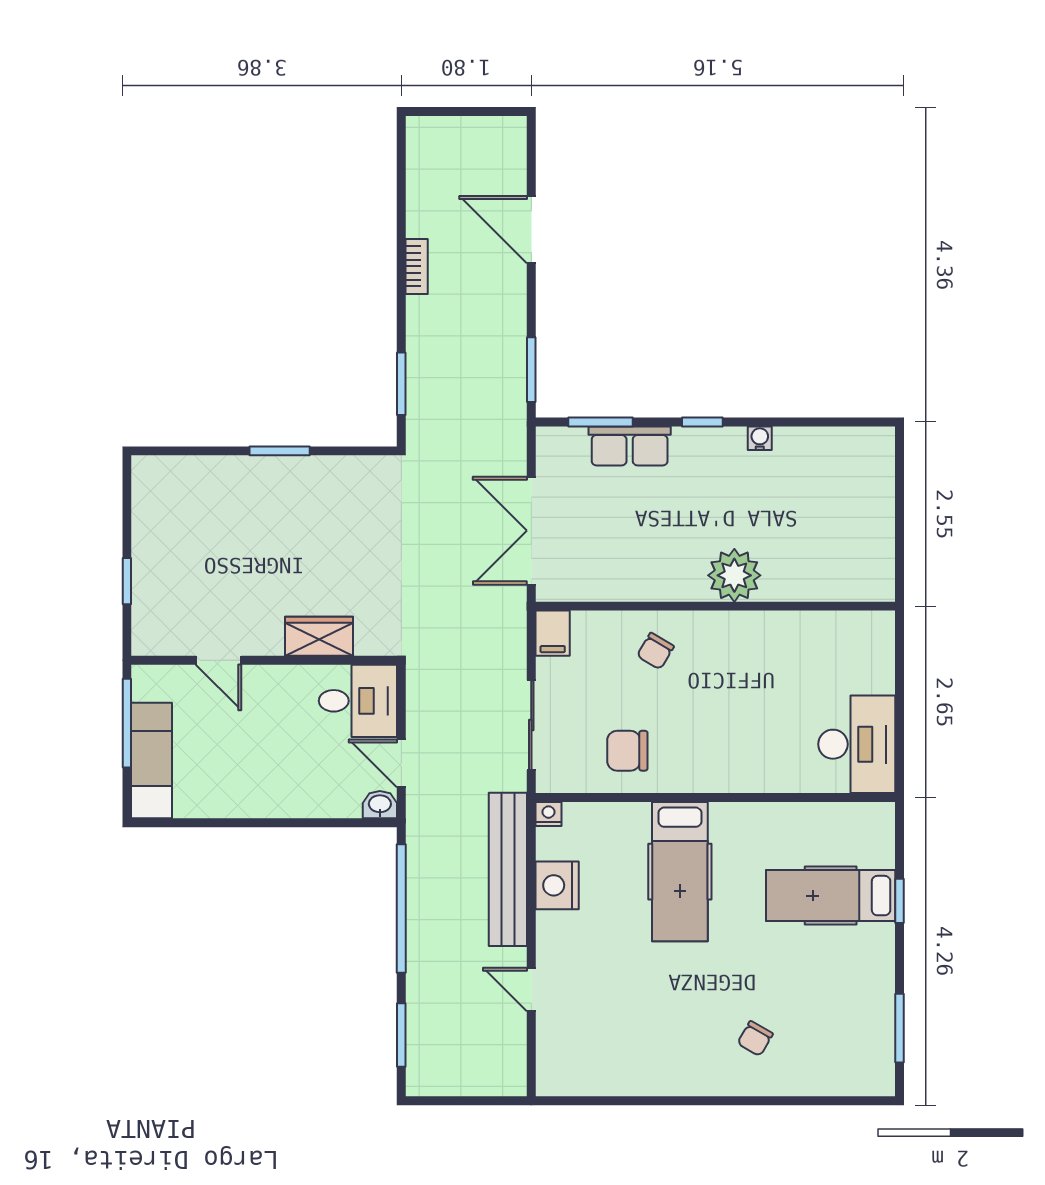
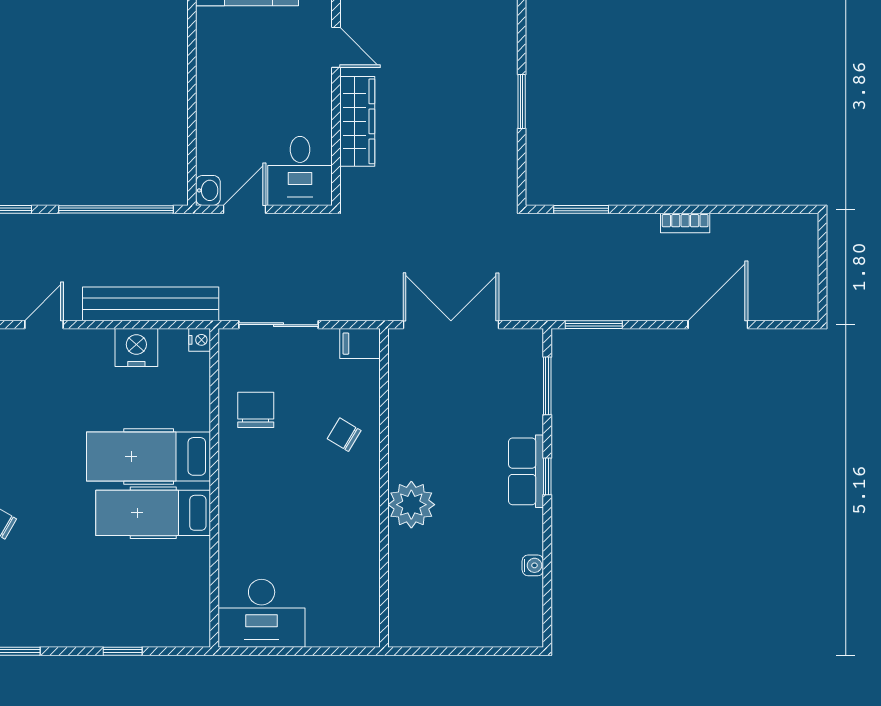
water cooler: (760, 438) -> (533, 565), moved
row of seats: (630, 446) -> (526, 471), moved
wardrobe: (319, 636) -> (357, 121), width x1.50
door: (219, 660) -> (336, 47), swing flipped
hospital bed: (831, 896) -> (153, 513), moved, turned -90

